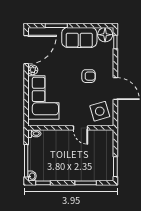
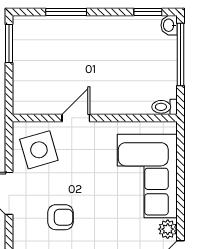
armchair: (89, 76) -> (61, 217), turned 180
door: (80, 128) -> (76, 118), hinge flipped

